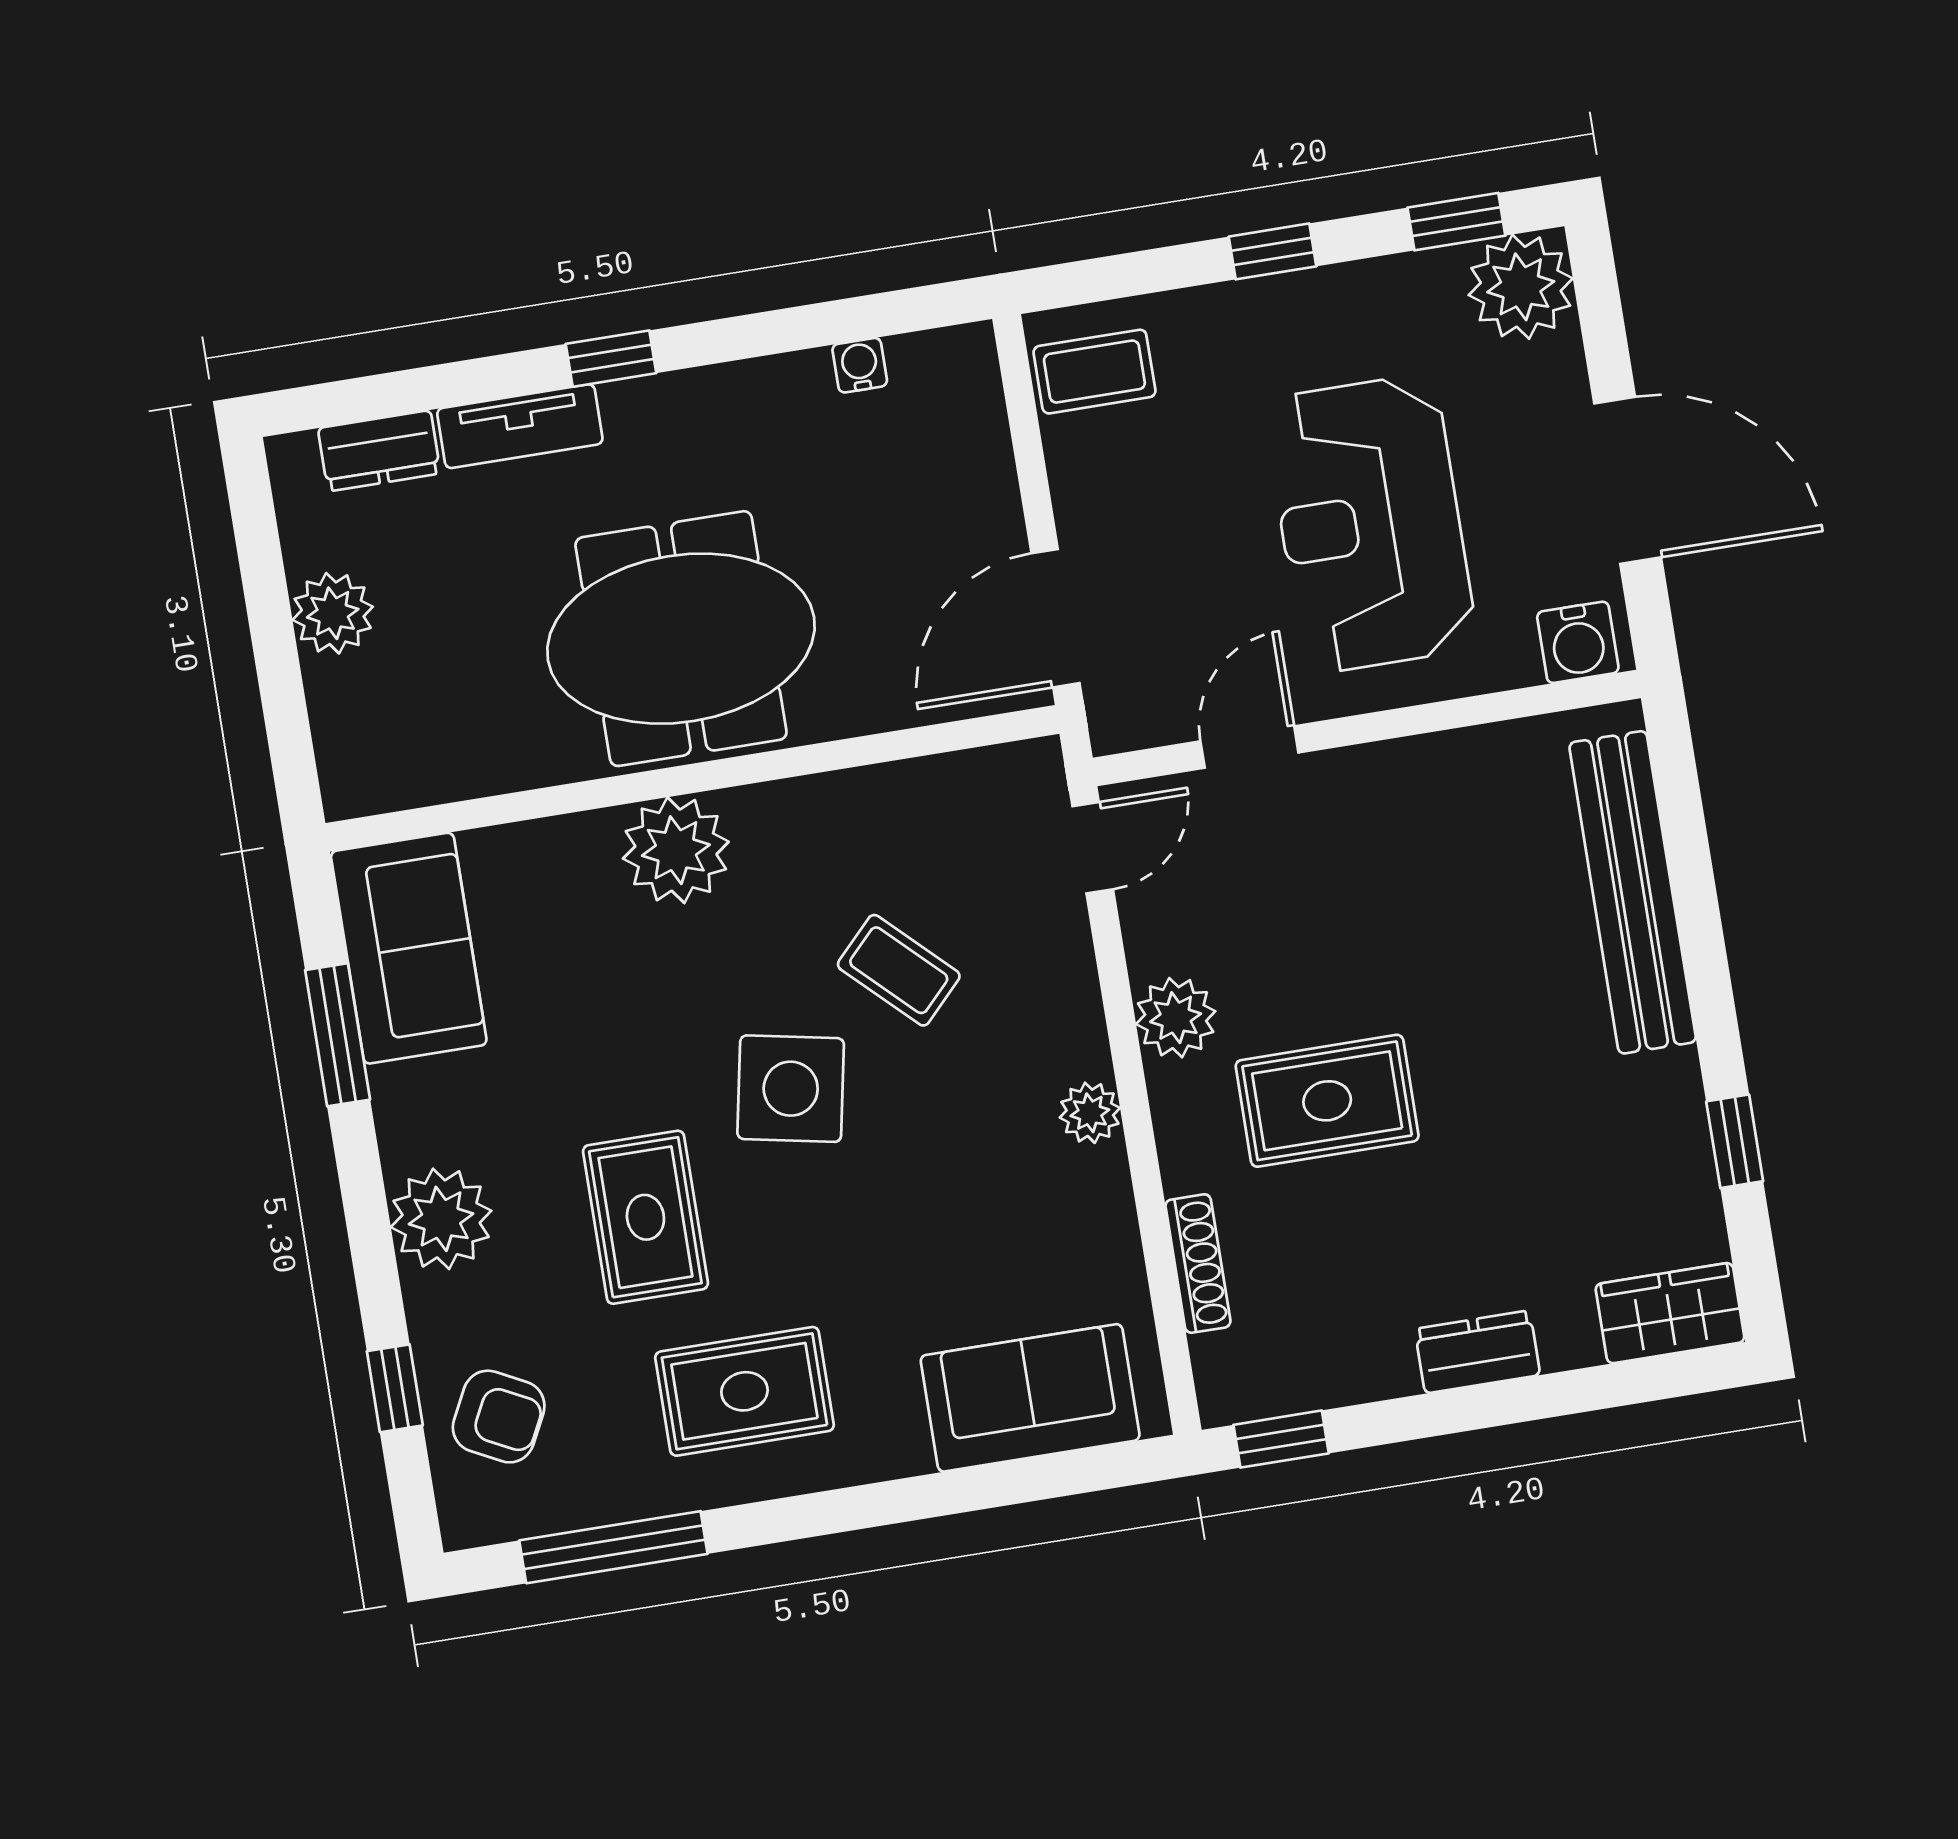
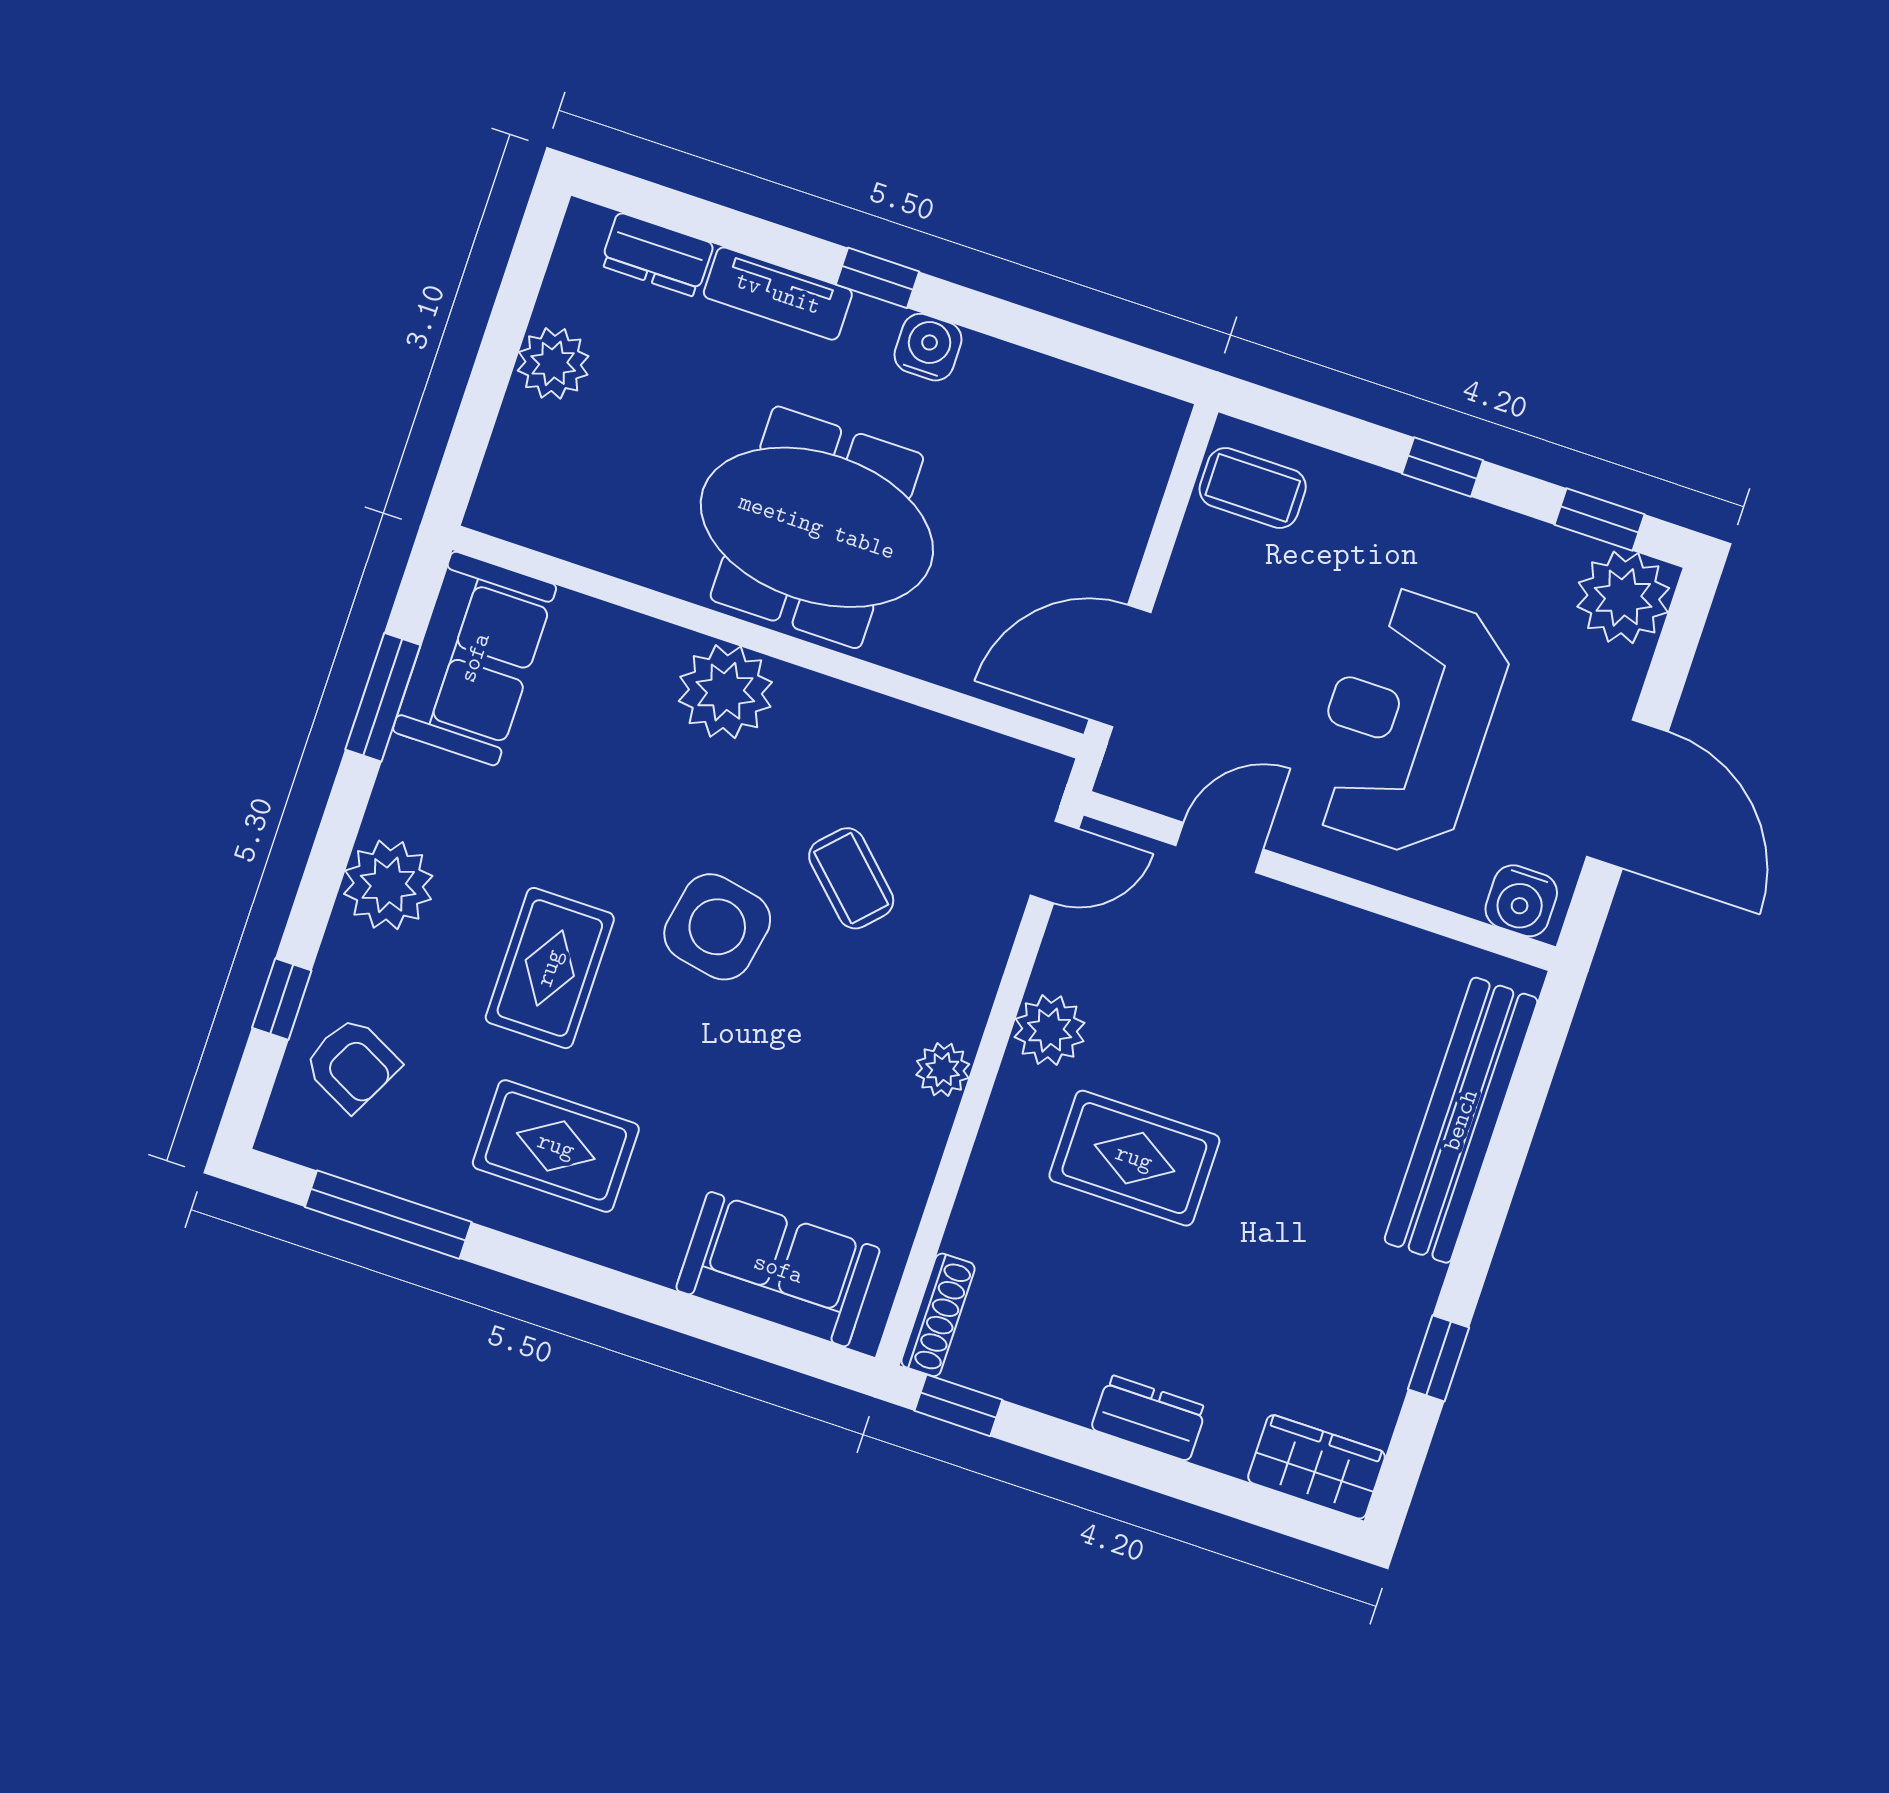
water cooler: (860, 365) -> (928, 347), moved, width x1.38, depth x1.38
shoe rack: (1198, 1264) -> (938, 1315), moved

